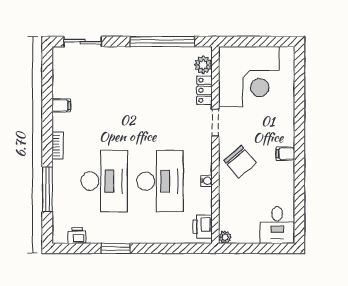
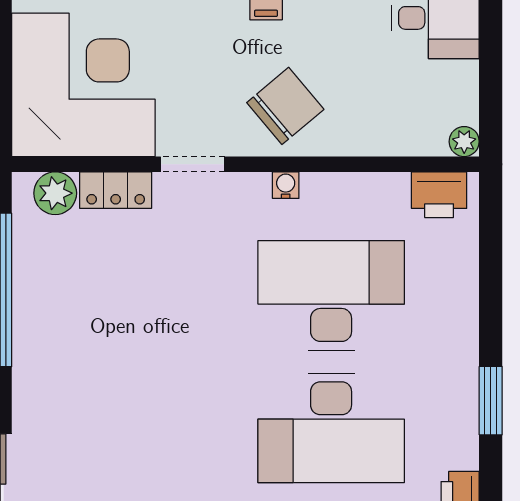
desk: (104, 181) -> (331, 428), turned 180
water cooler: (207, 181) -> (286, 185), moved

